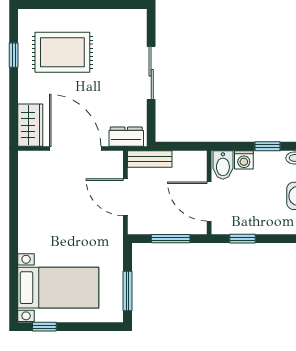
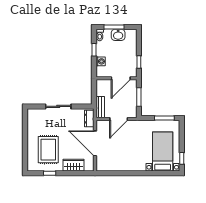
wardrobe: (30, 125) -> (74, 165), moved
door: (75, 148) -> (95, 143), hinge flipped
bidet: (223, 165) -> (103, 72), removed

